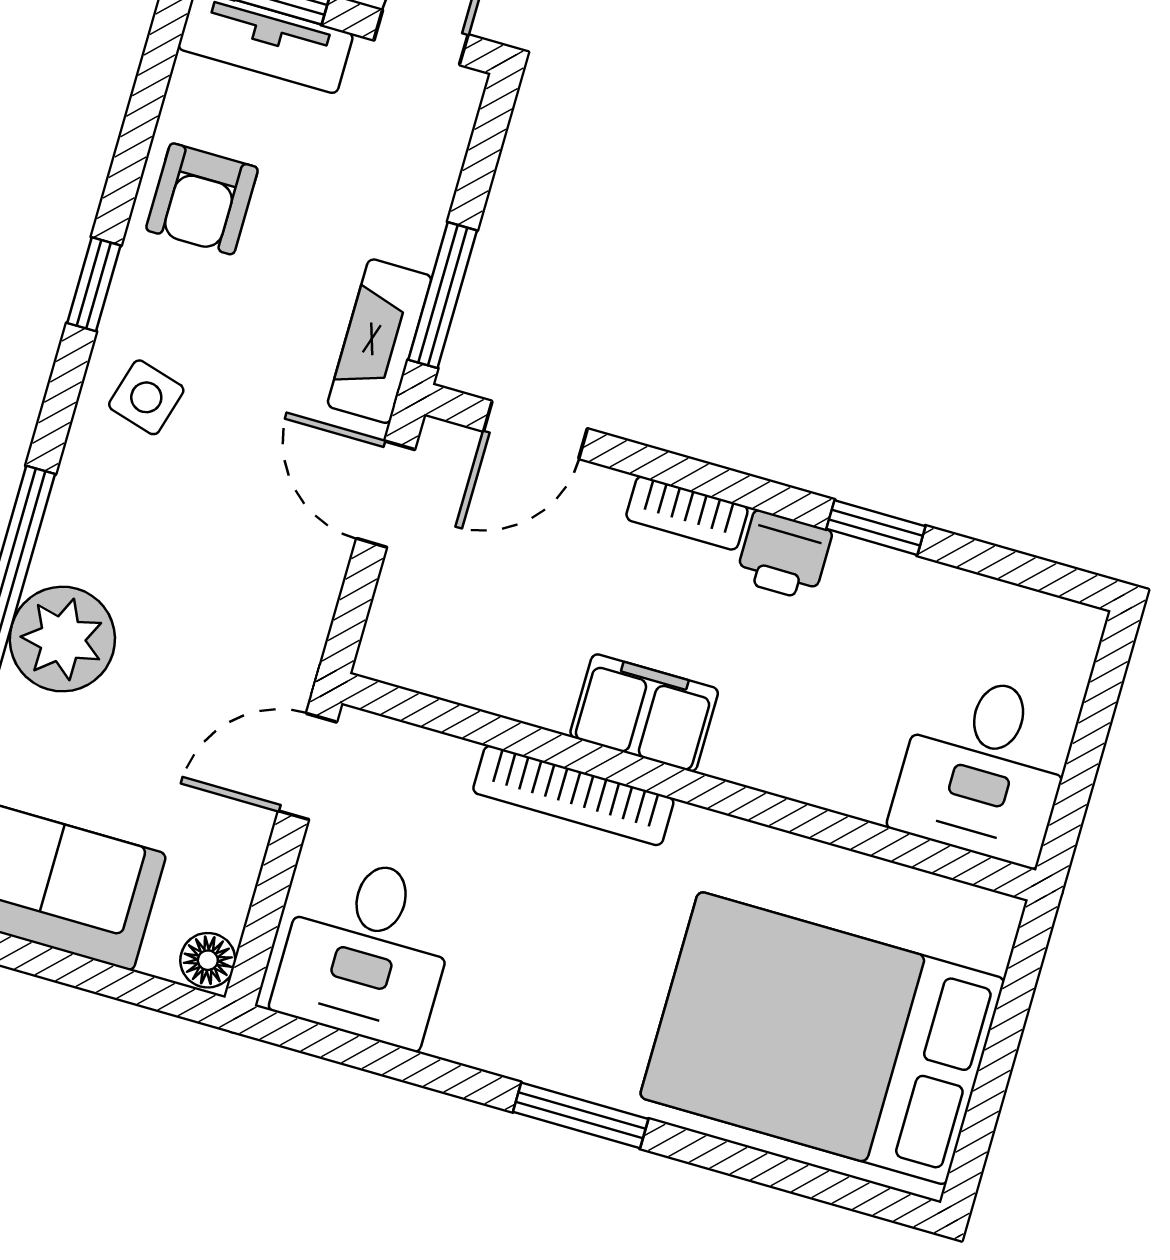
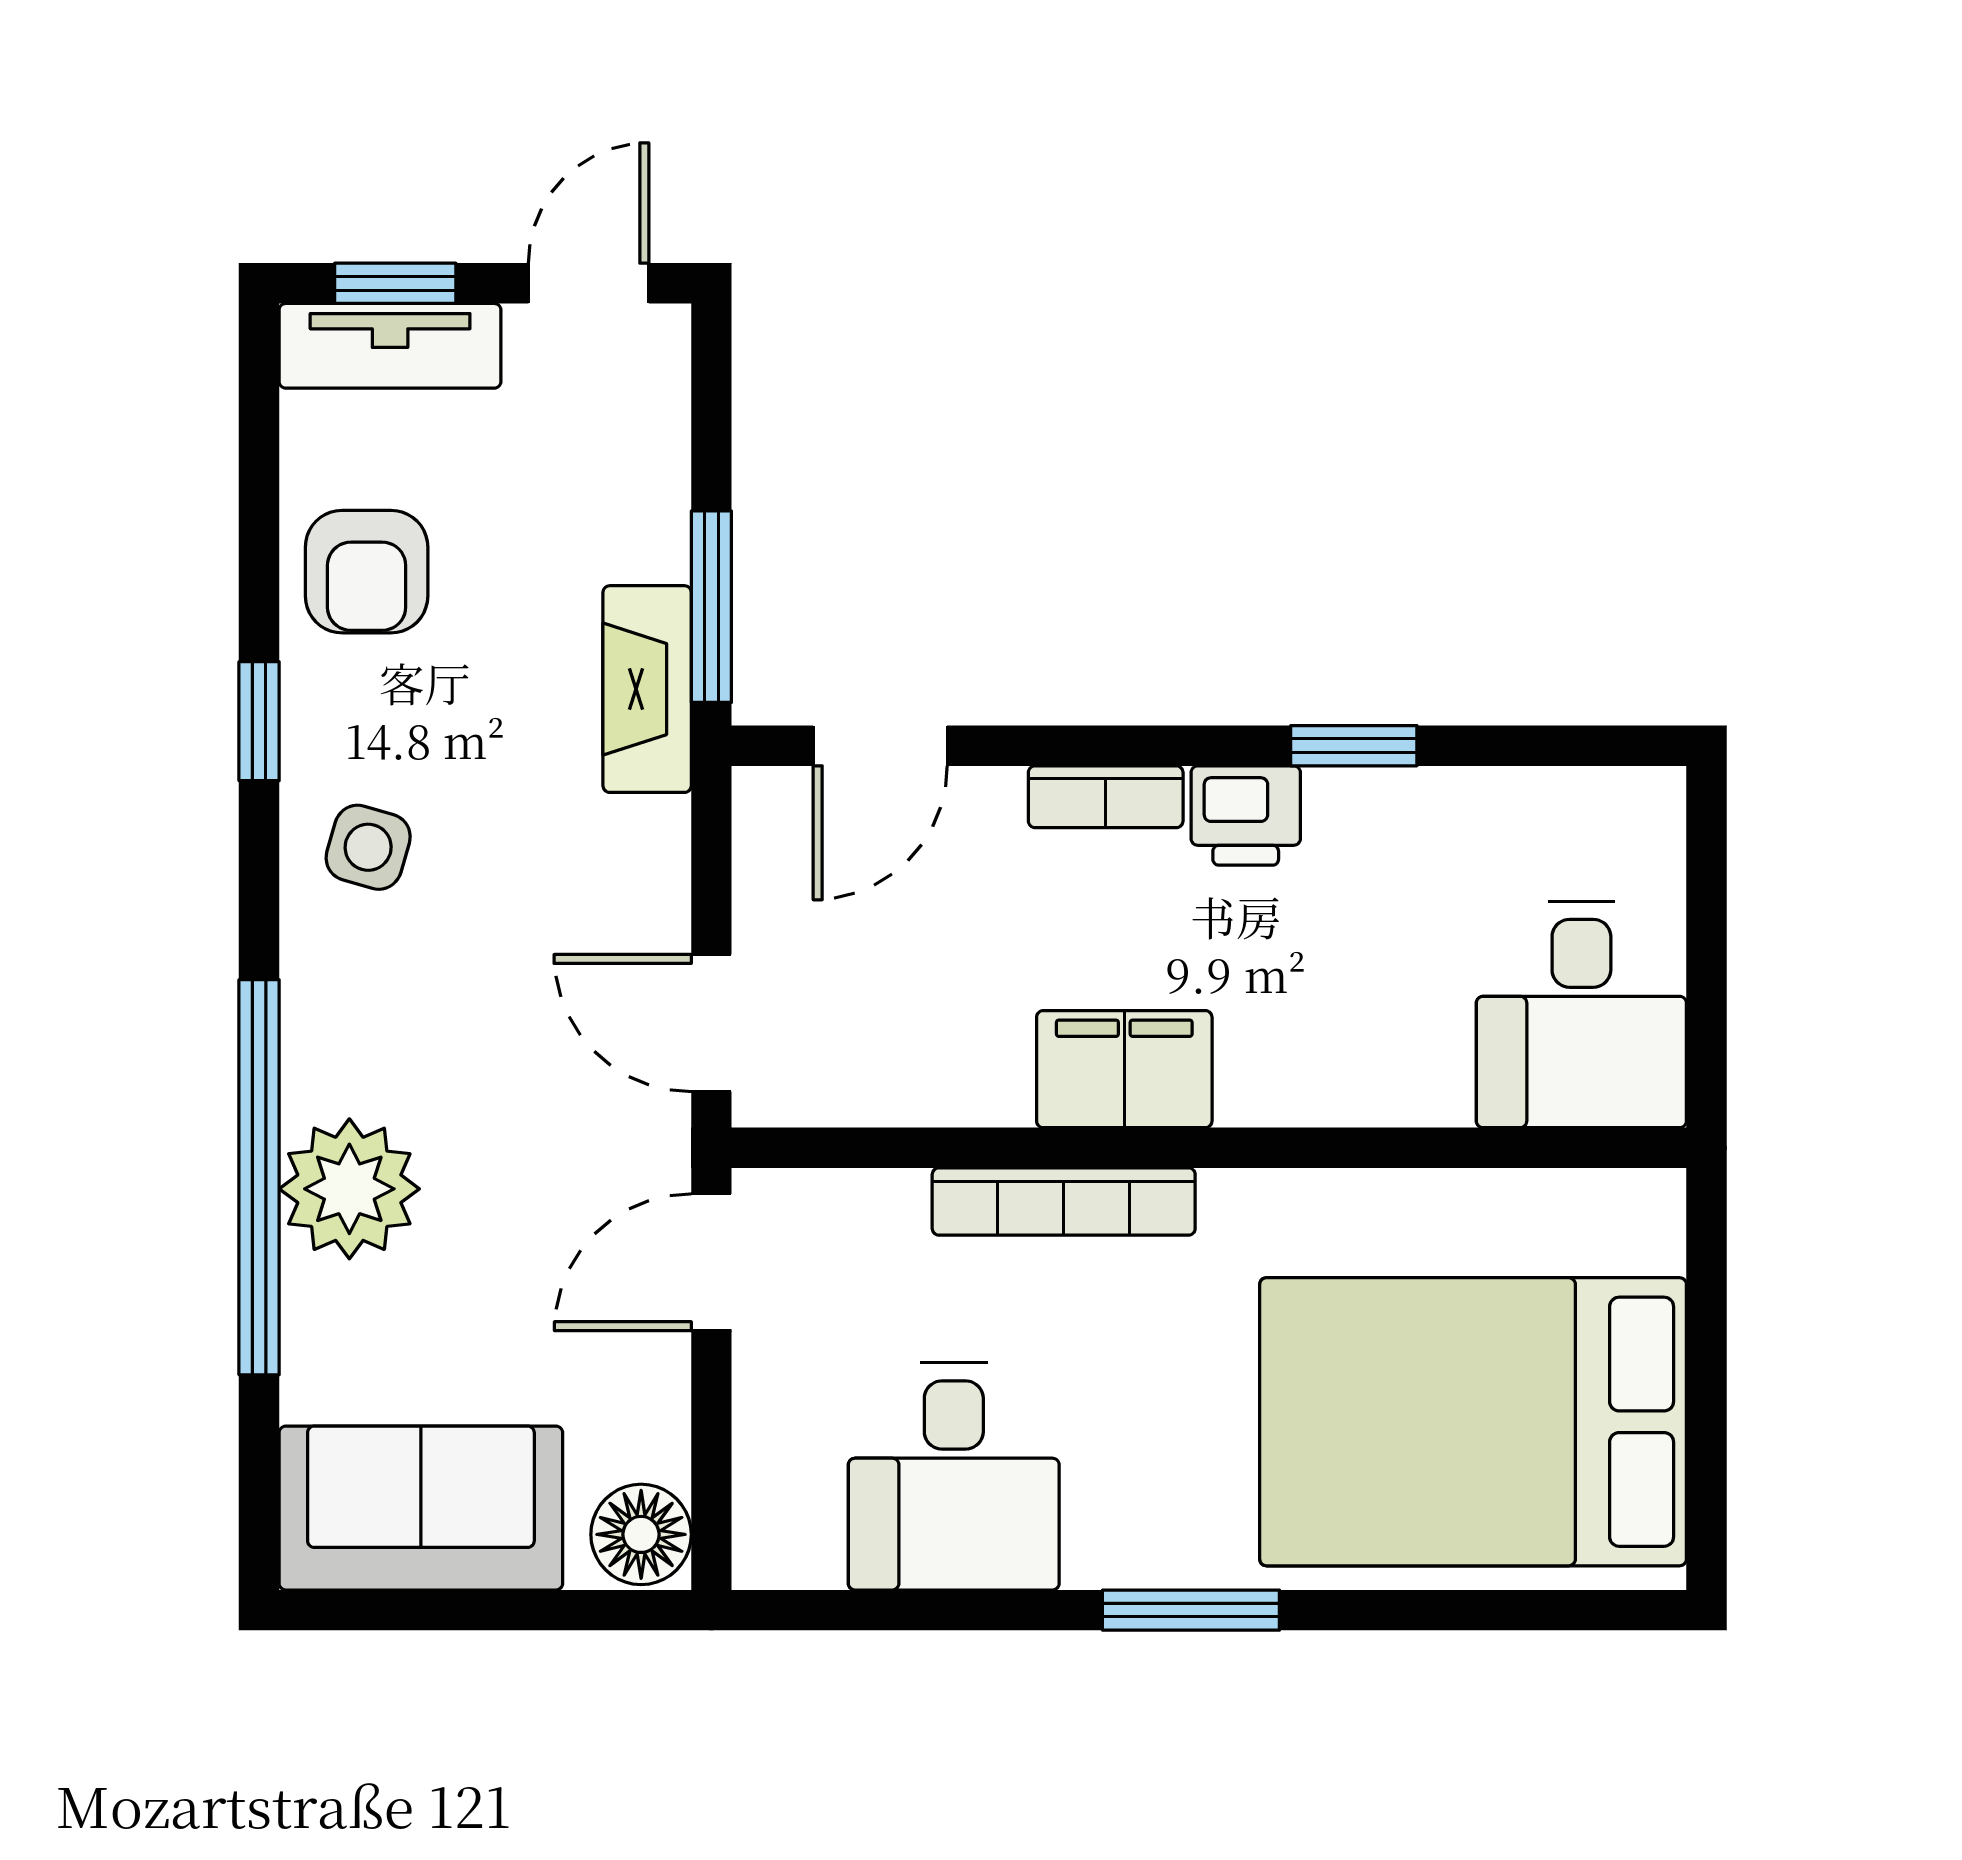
door: (386, 494) -> (711, 1023), moved
desk: (367, 950) -> (954, 1476), moved
floor lamp: (208, 960) -> (641, 1534), width x1.37, depth x1.37

